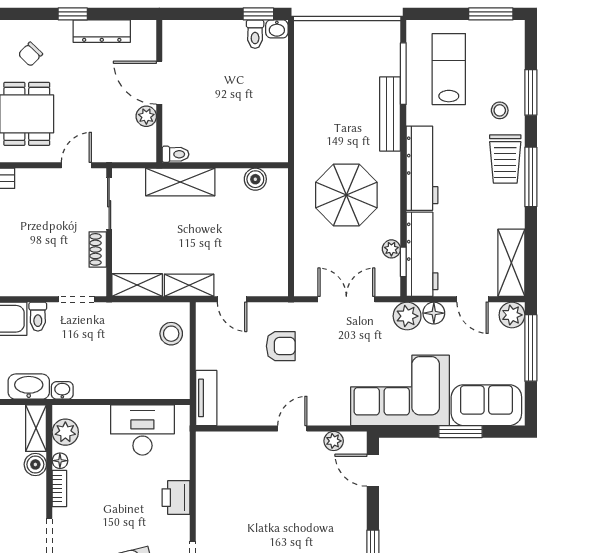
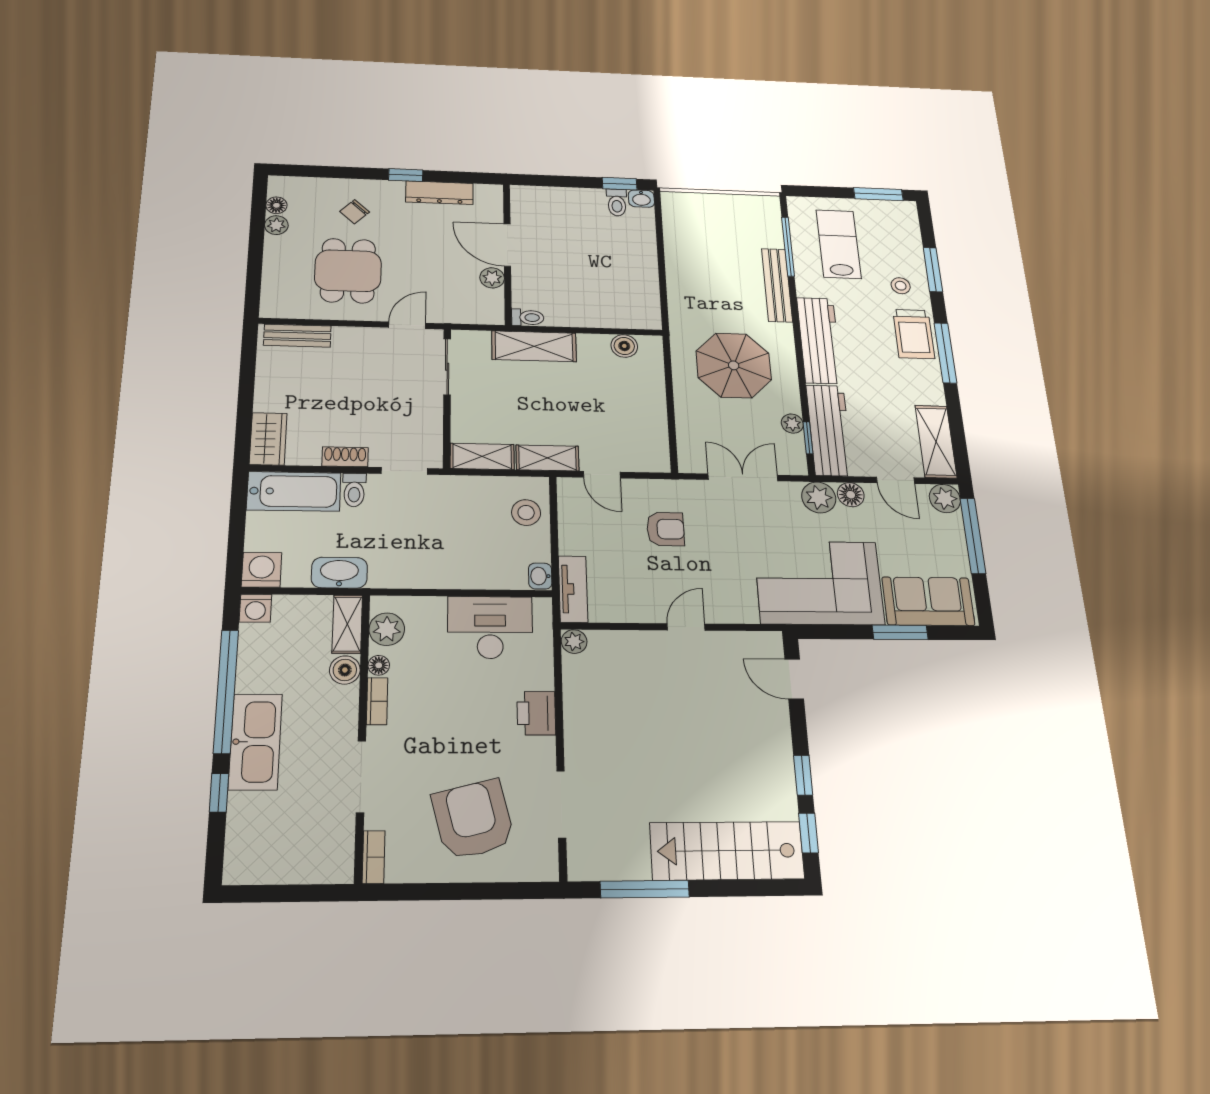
shoe rack: (98, 249) -> (345, 457), moved, turned 90
washbasin: (62, 390) -> (540, 576), moved, turned -90
plant: (334, 441) -> (574, 642), moved

